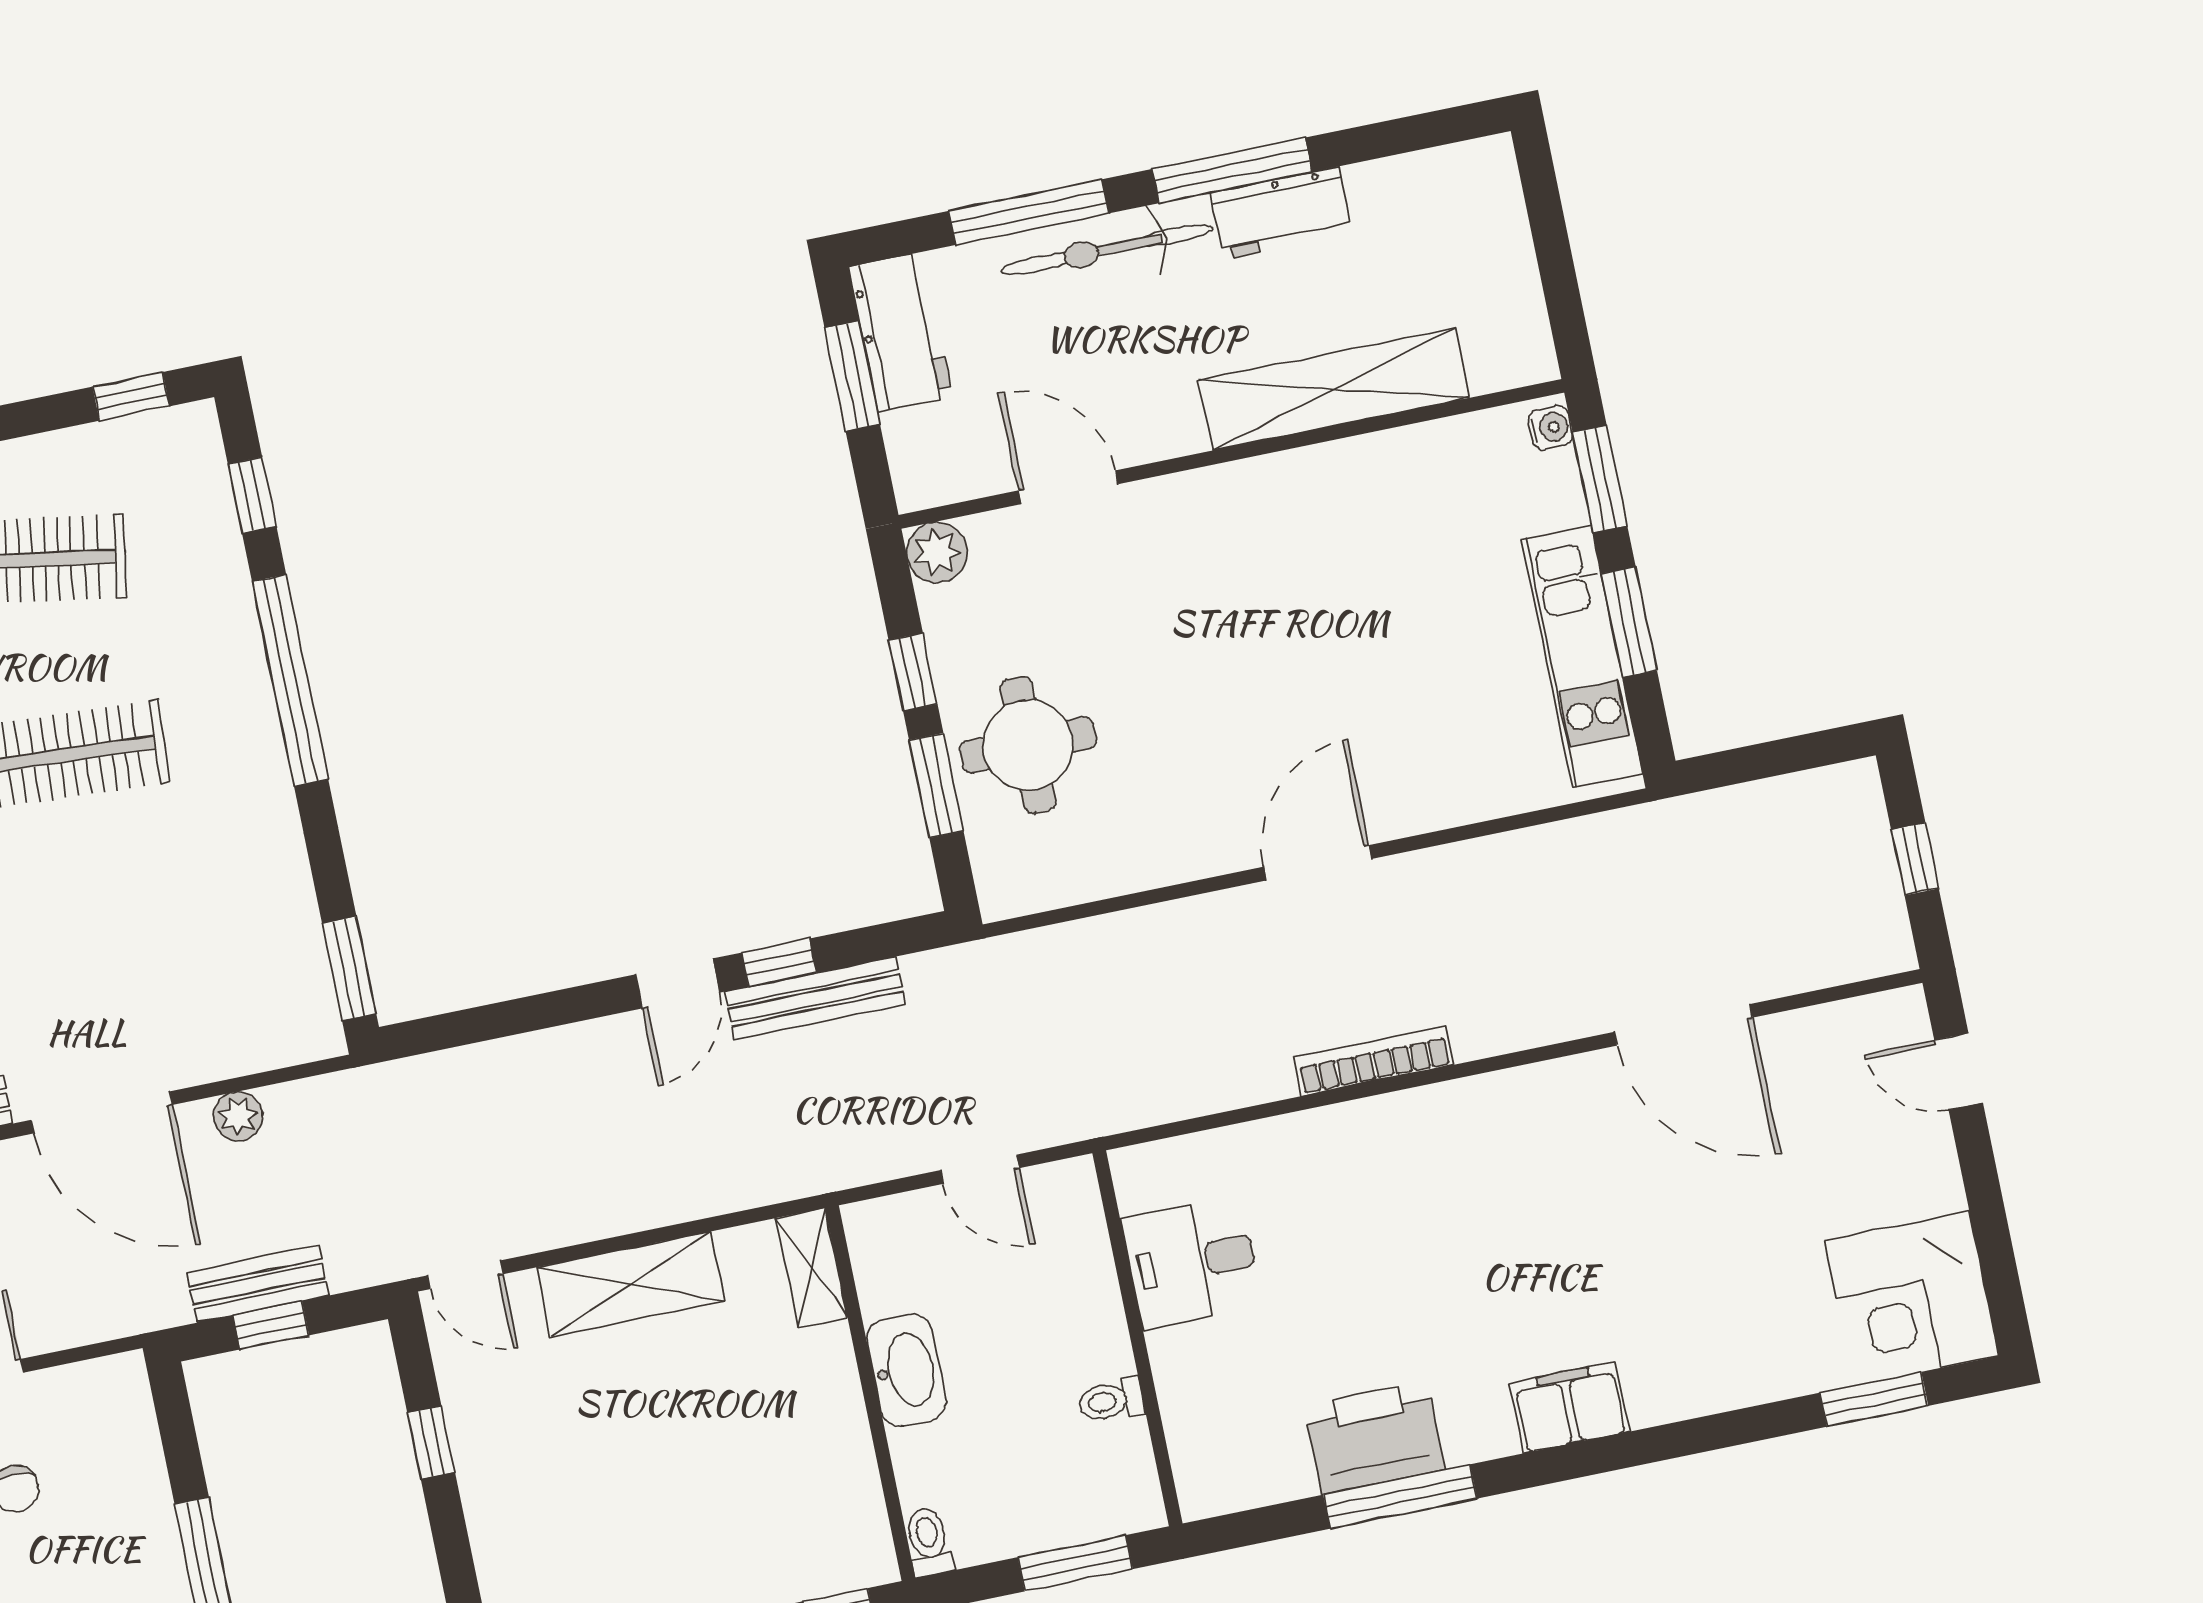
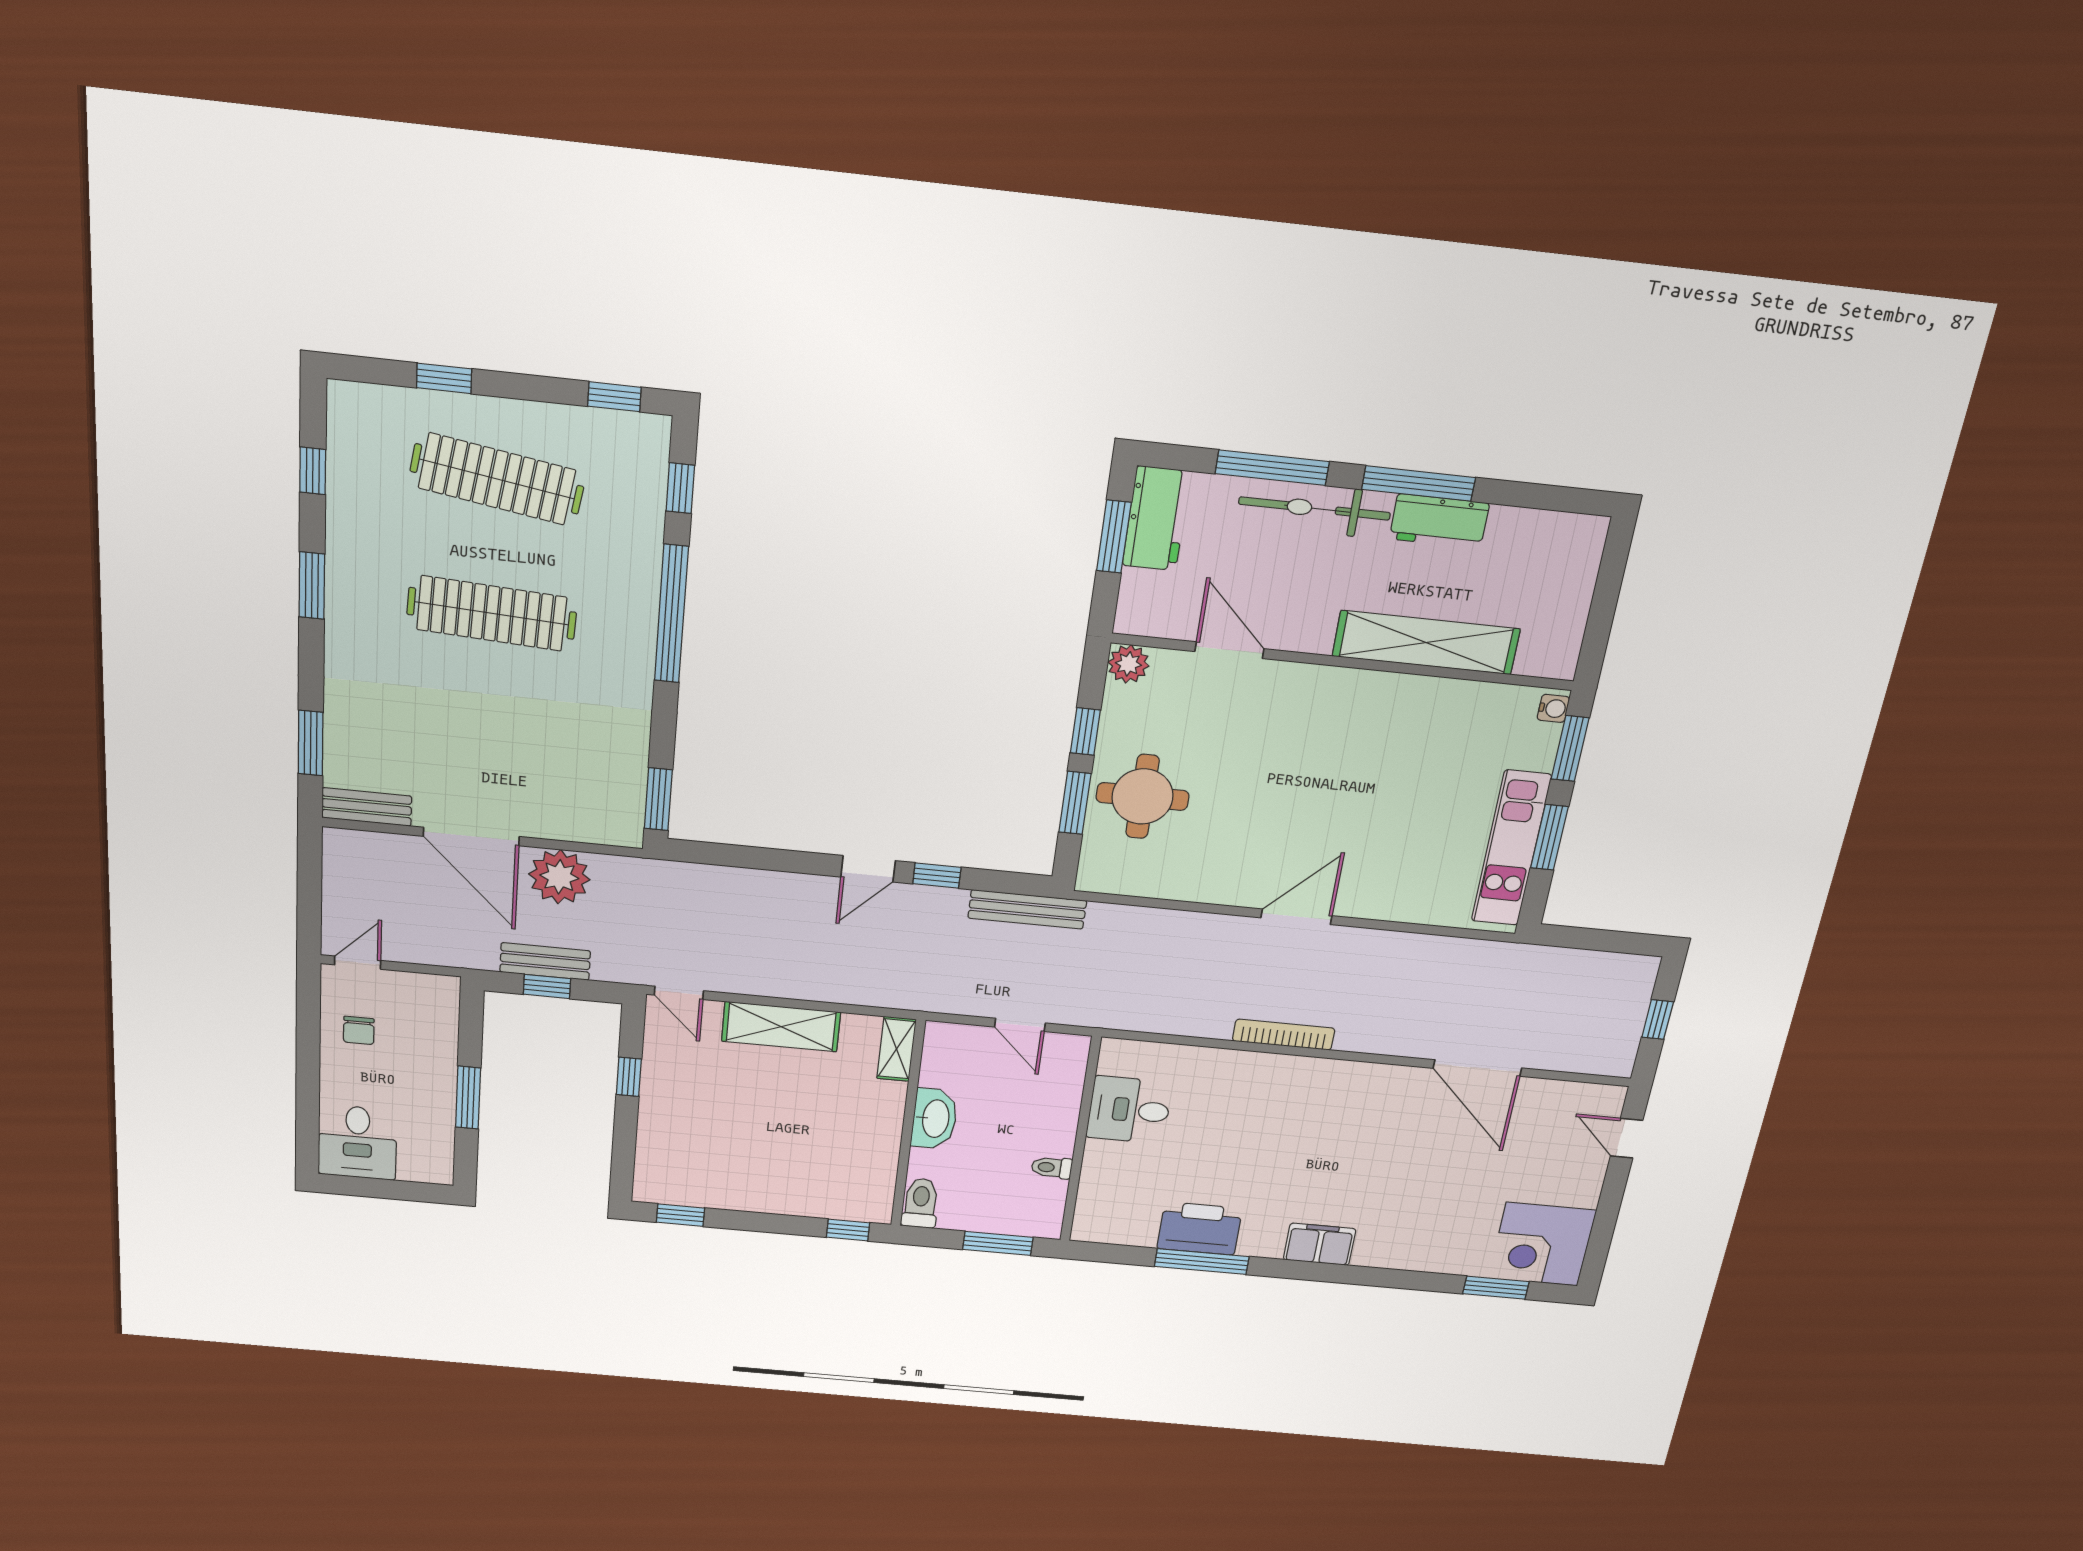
bench: (815, 998) -> (1027, 909), moved
plant: (238, 1117) -> (559, 877), width x1.87, depth x1.87
toilet: (929, 1542) -> (921, 1203), width x1.37, depth x1.39

